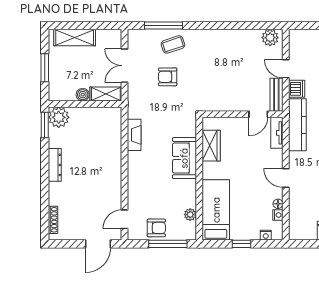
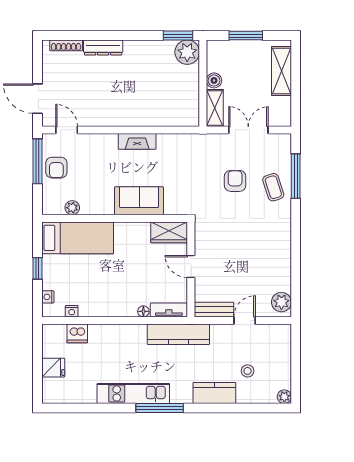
dishwasher: (297, 89) -> (77, 333), moved
door: (258, 114) -> (191, 267), moved
fireplace: (134, 135) -> (137, 141), moved
wardrobe: (211, 146) -> (169, 232), moved
dresser: (55, 165) -> (103, 48), moved
door: (286, 178) -> (115, 321), removed
floor lamp: (278, 204) -> (143, 311), moved
window: (168, 244) -> (38, 161), moved

